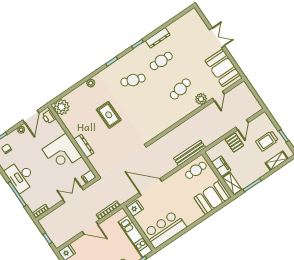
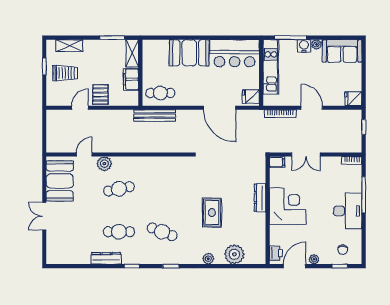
plant: (61, 107) -> (234, 254), moved
booth: (213, 197) -> (189, 53), moved

